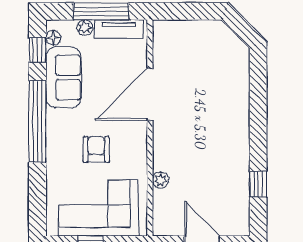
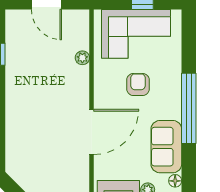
window: (37, 50) -> (189, 170), removed
armchair: (96, 149) -> (138, 84), turned 180

